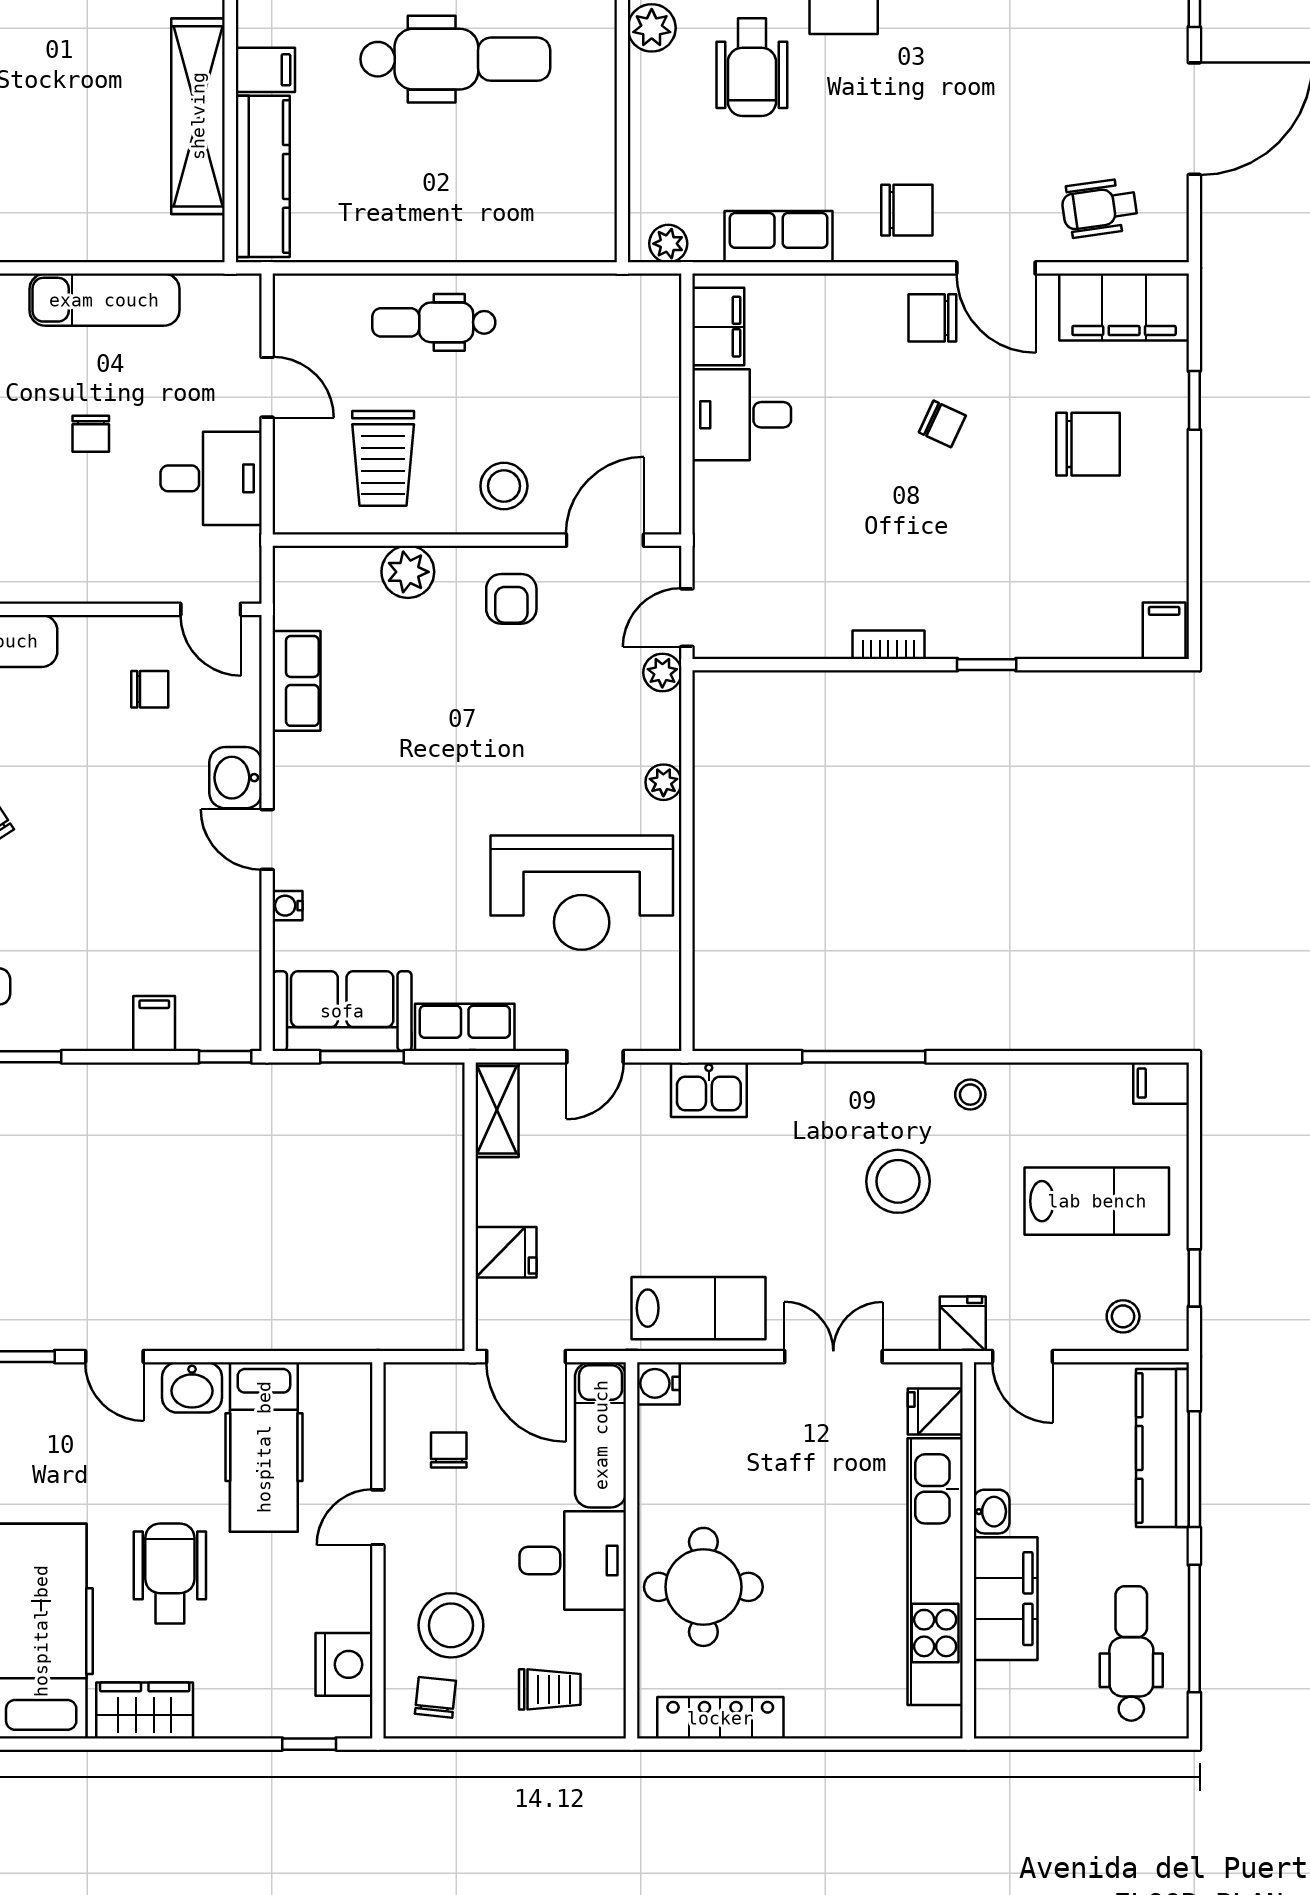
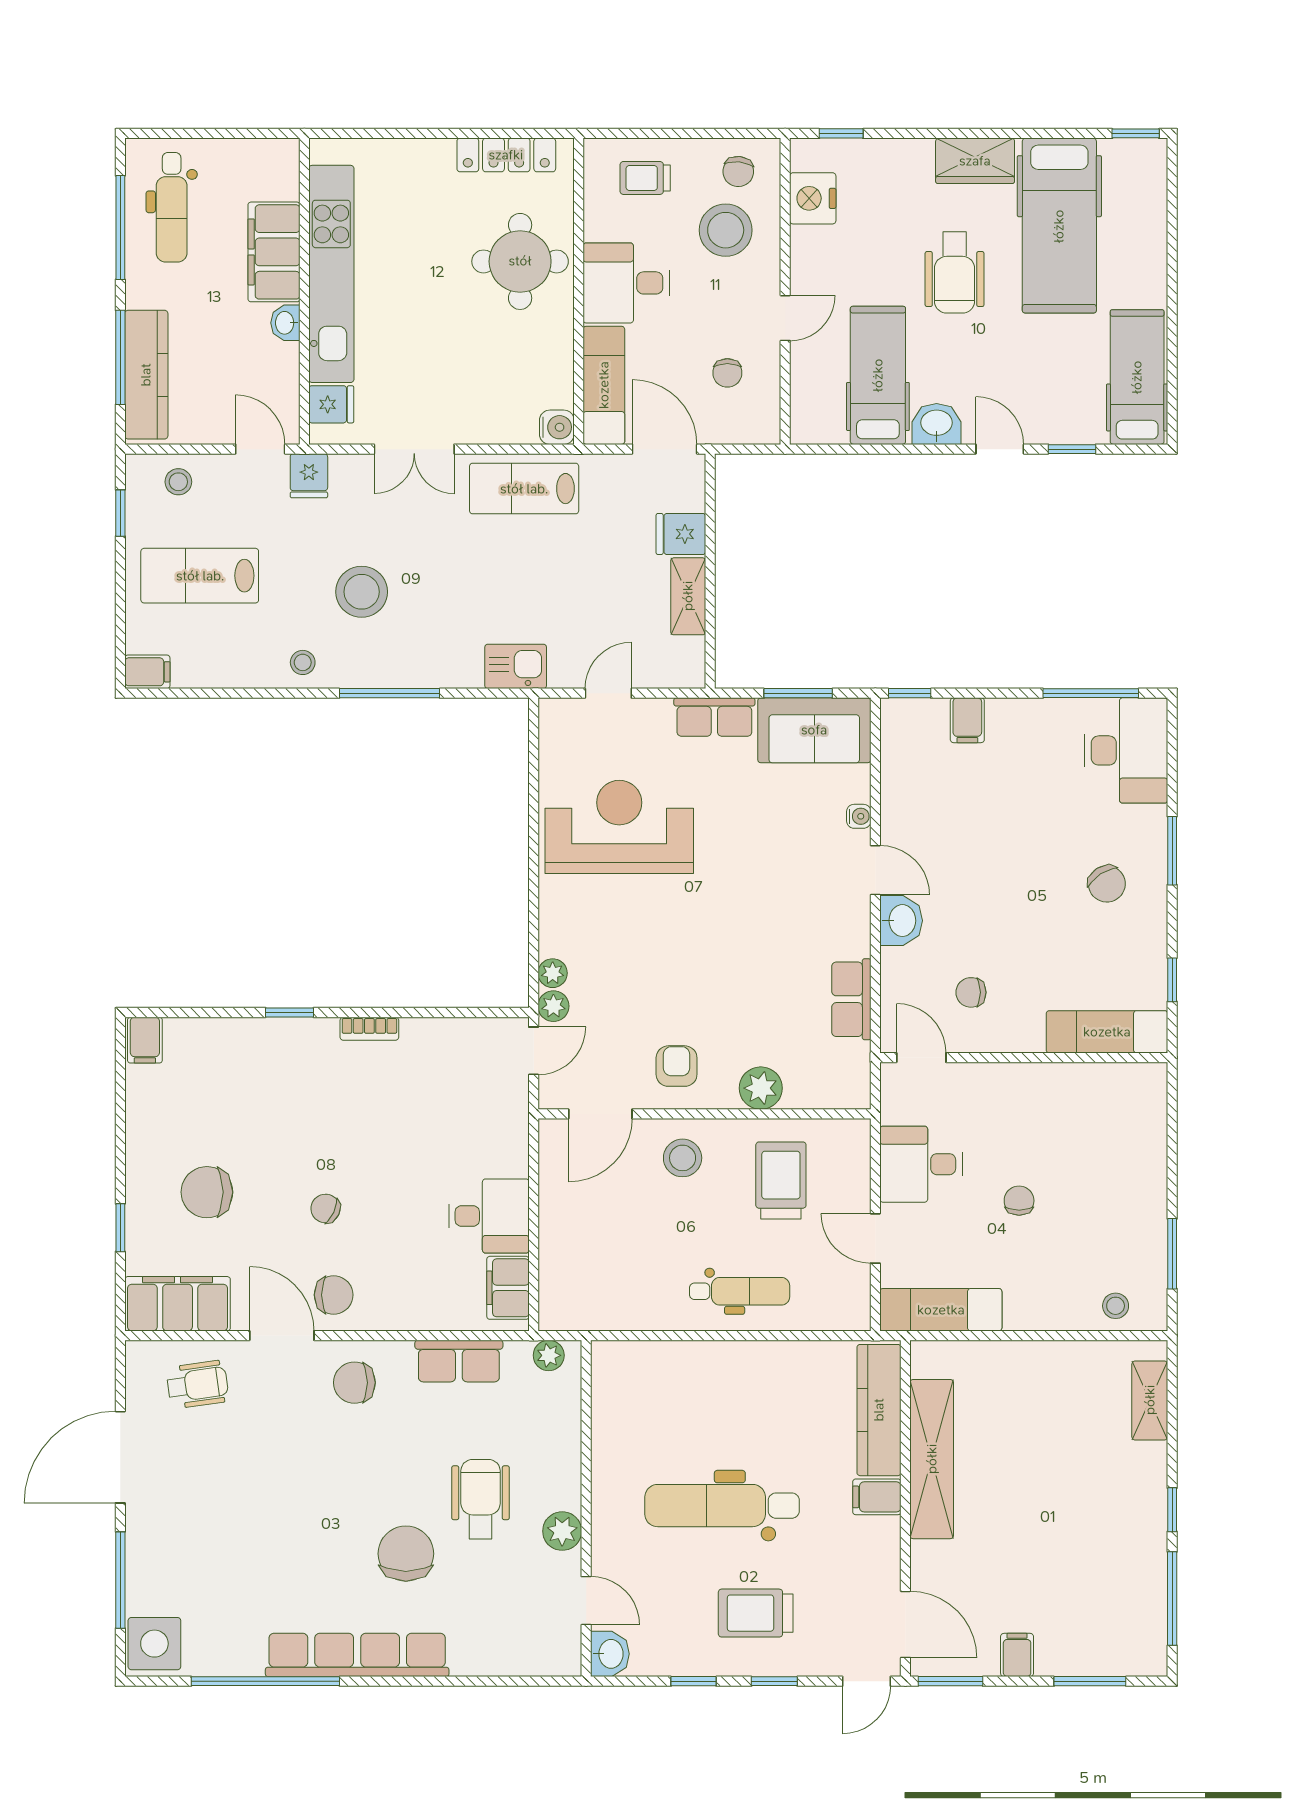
exam couch: (104, 300) -> (941, 1310), moved
plant: (663, 782) -> (553, 973), moved
shelving: (497, 1110) -> (688, 596), moved

